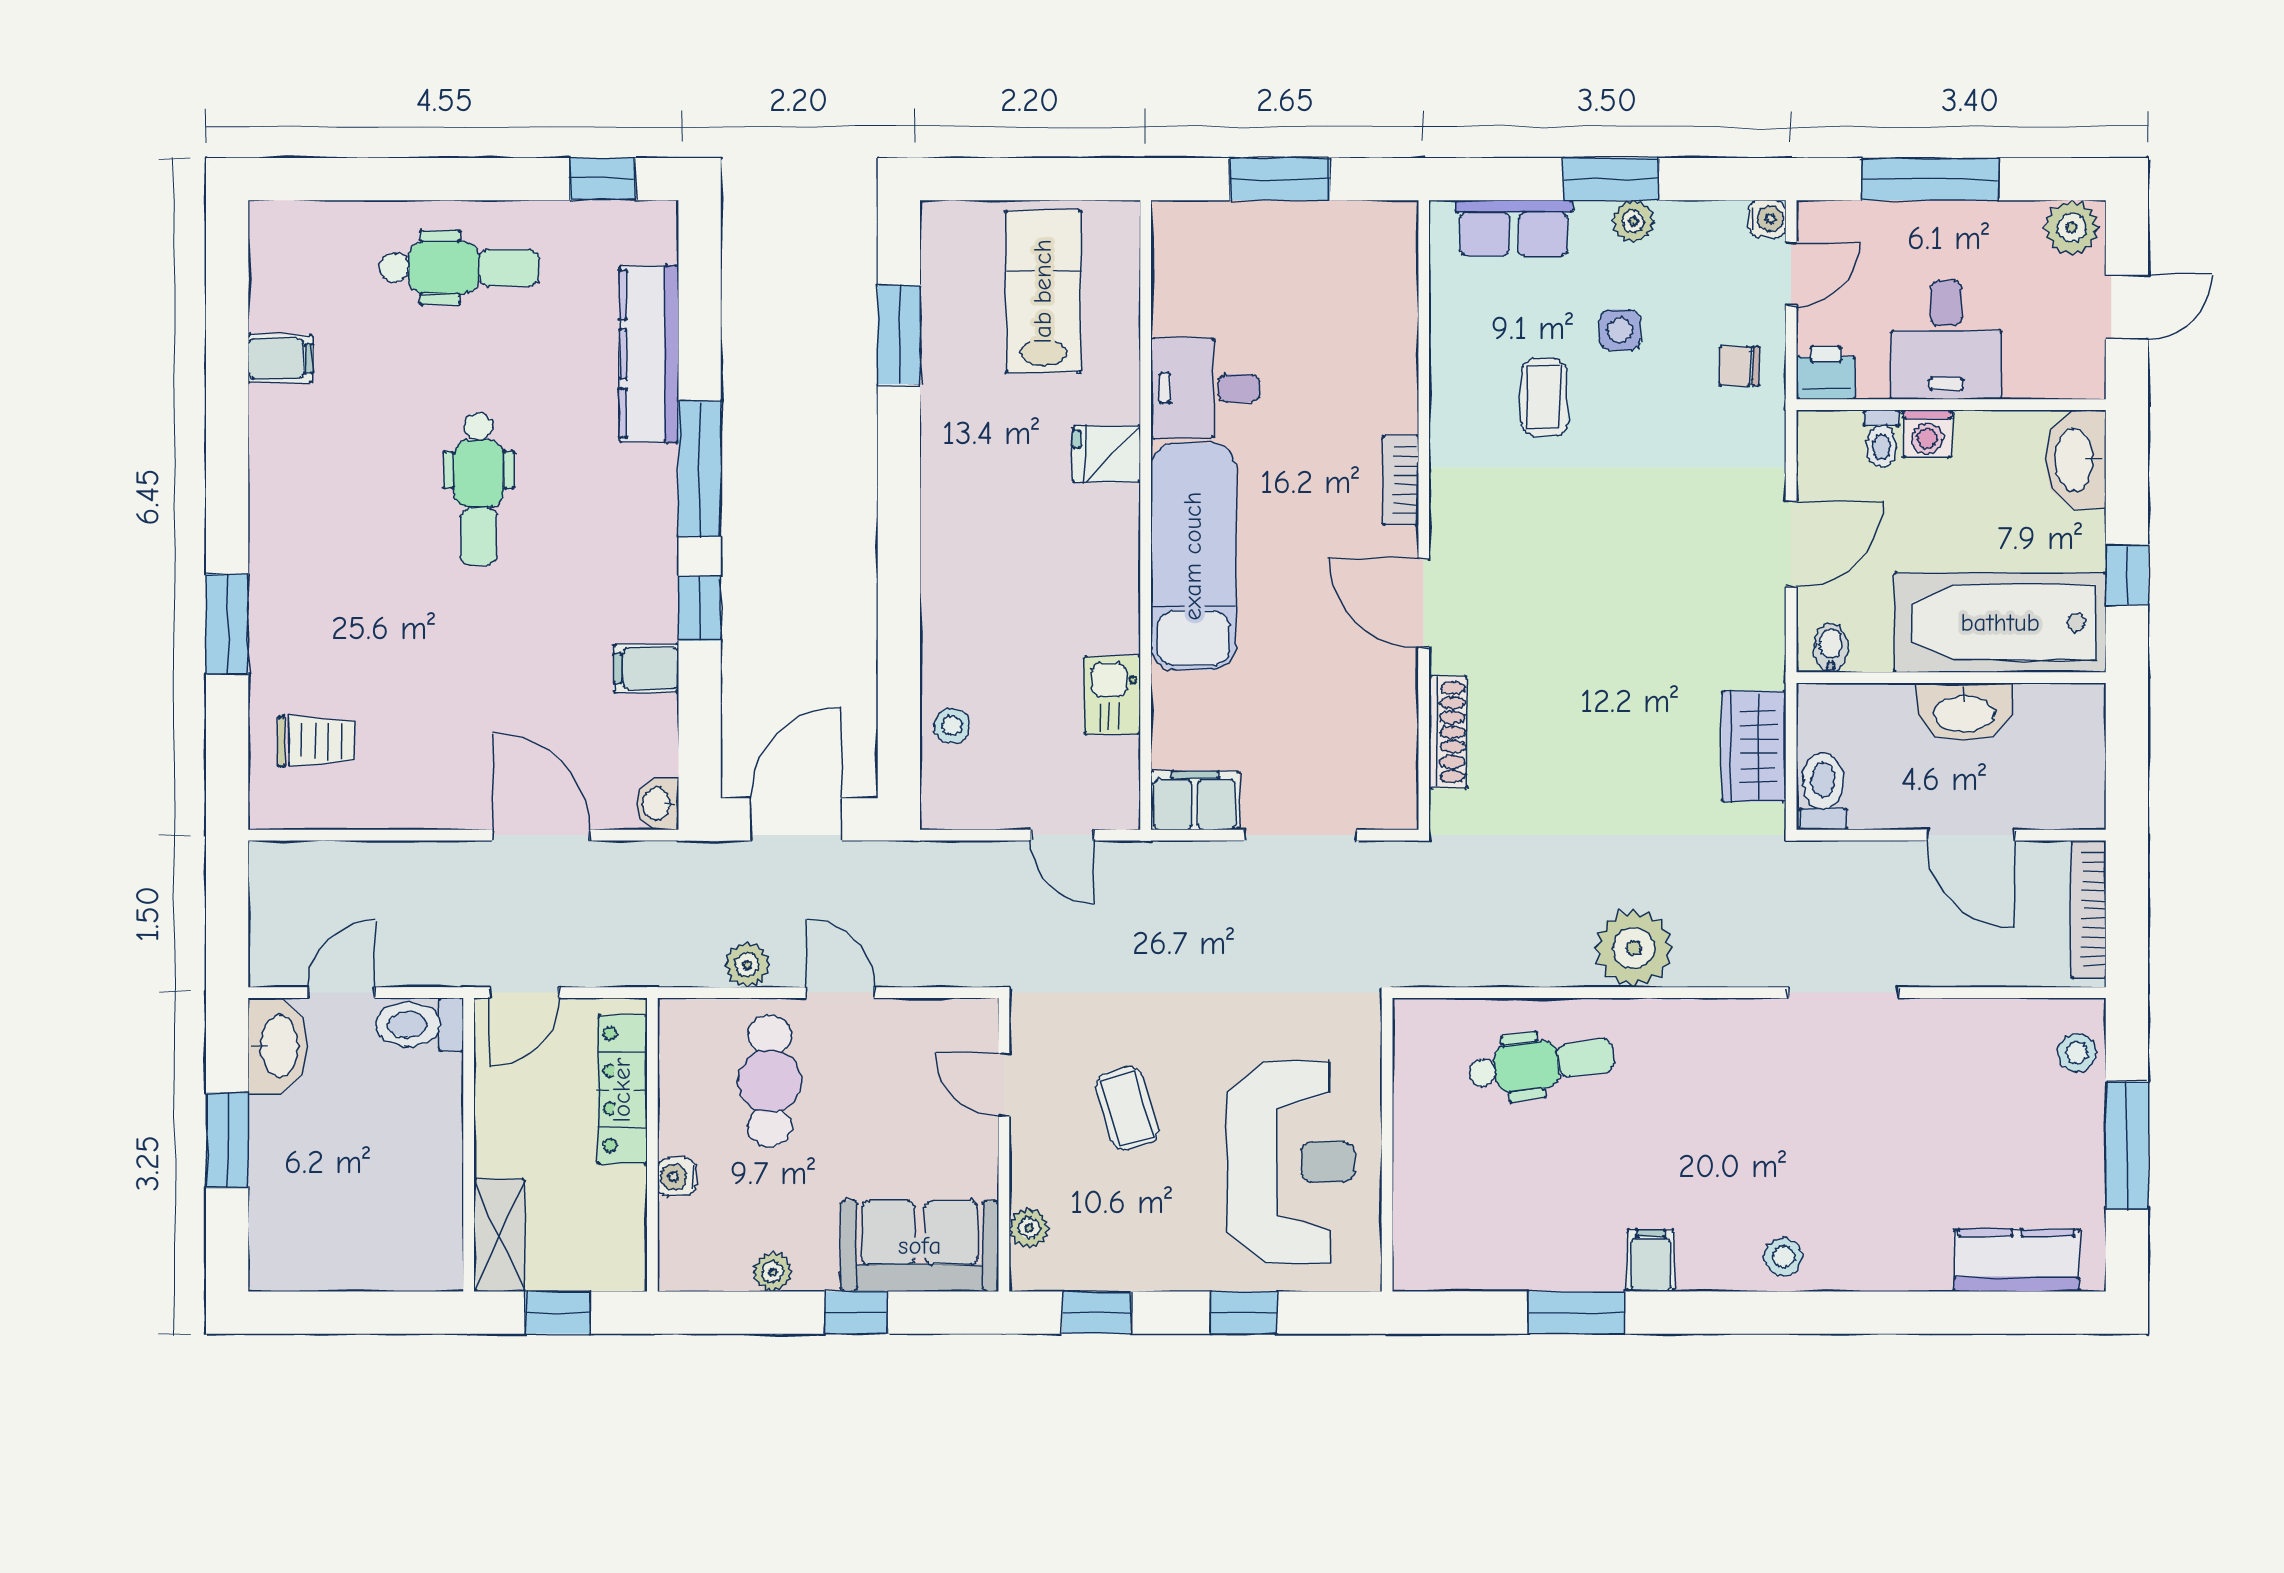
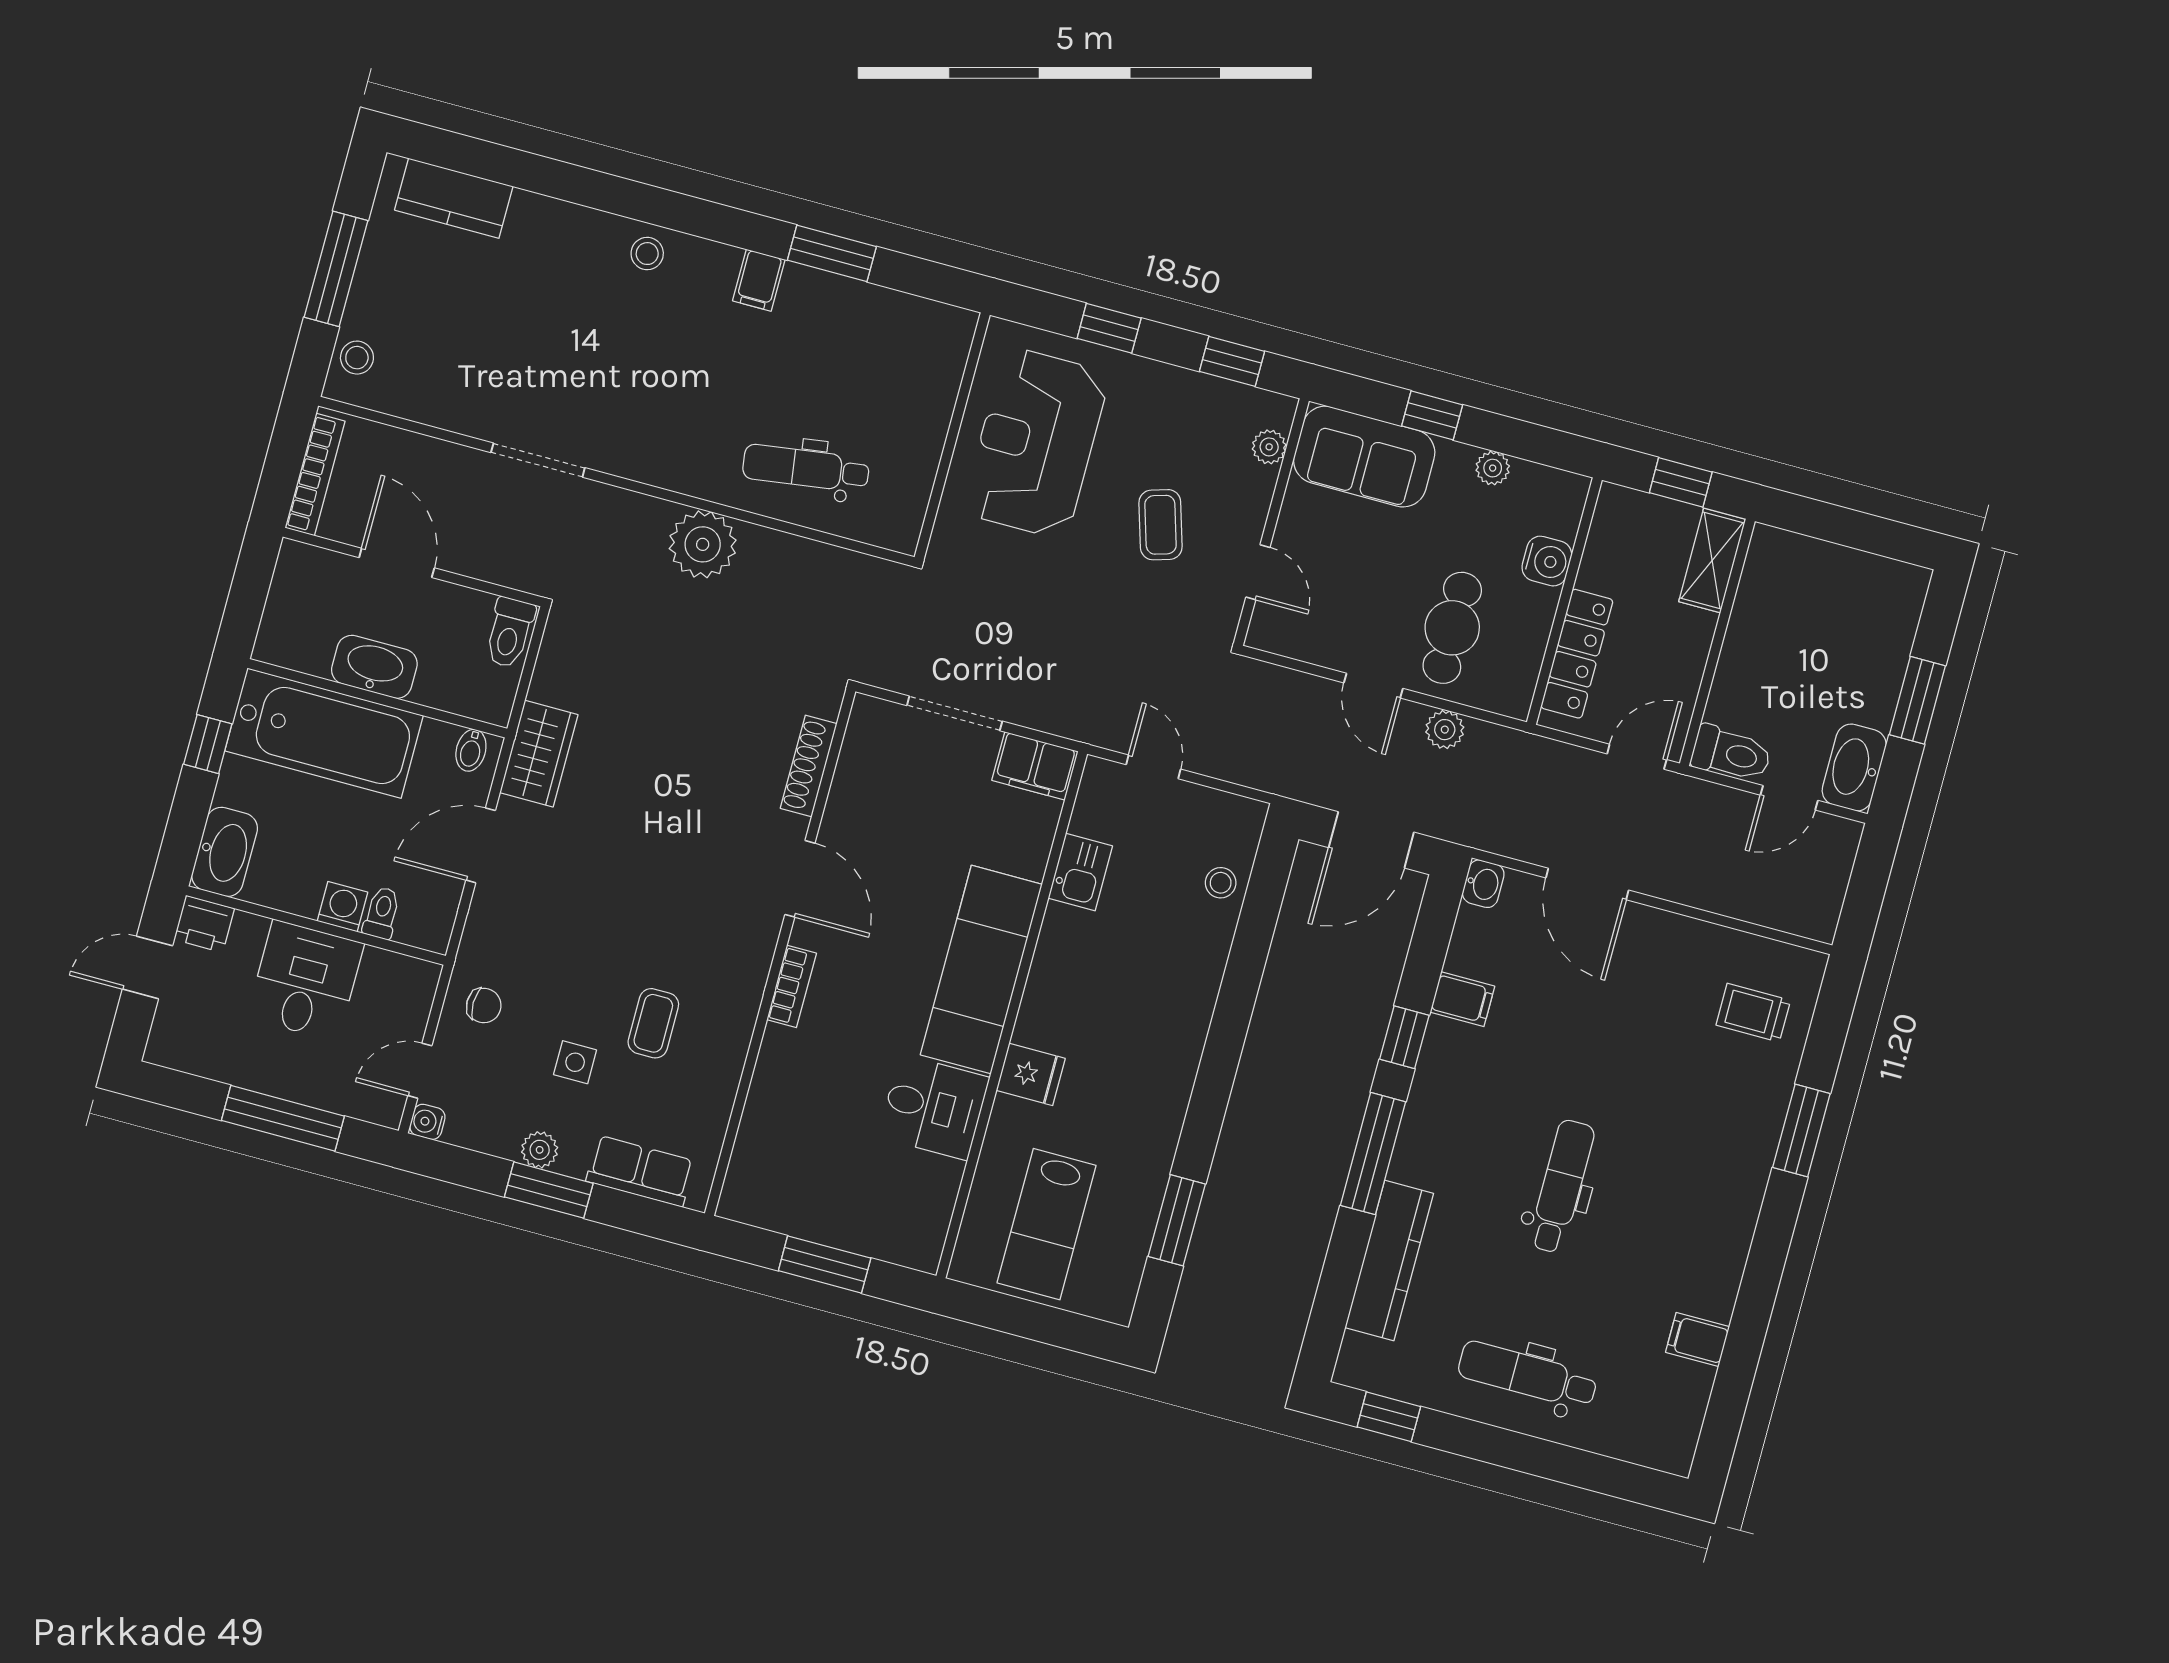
plant: (2072, 228) -> (176, 1046), removed
printer: (1826, 373) -> (204, 924), moved
wardrobe: (1754, 746) -> (539, 754), moved
water cooler: (677, 1177) -> (1547, 561), width x1.38, depth x1.38

